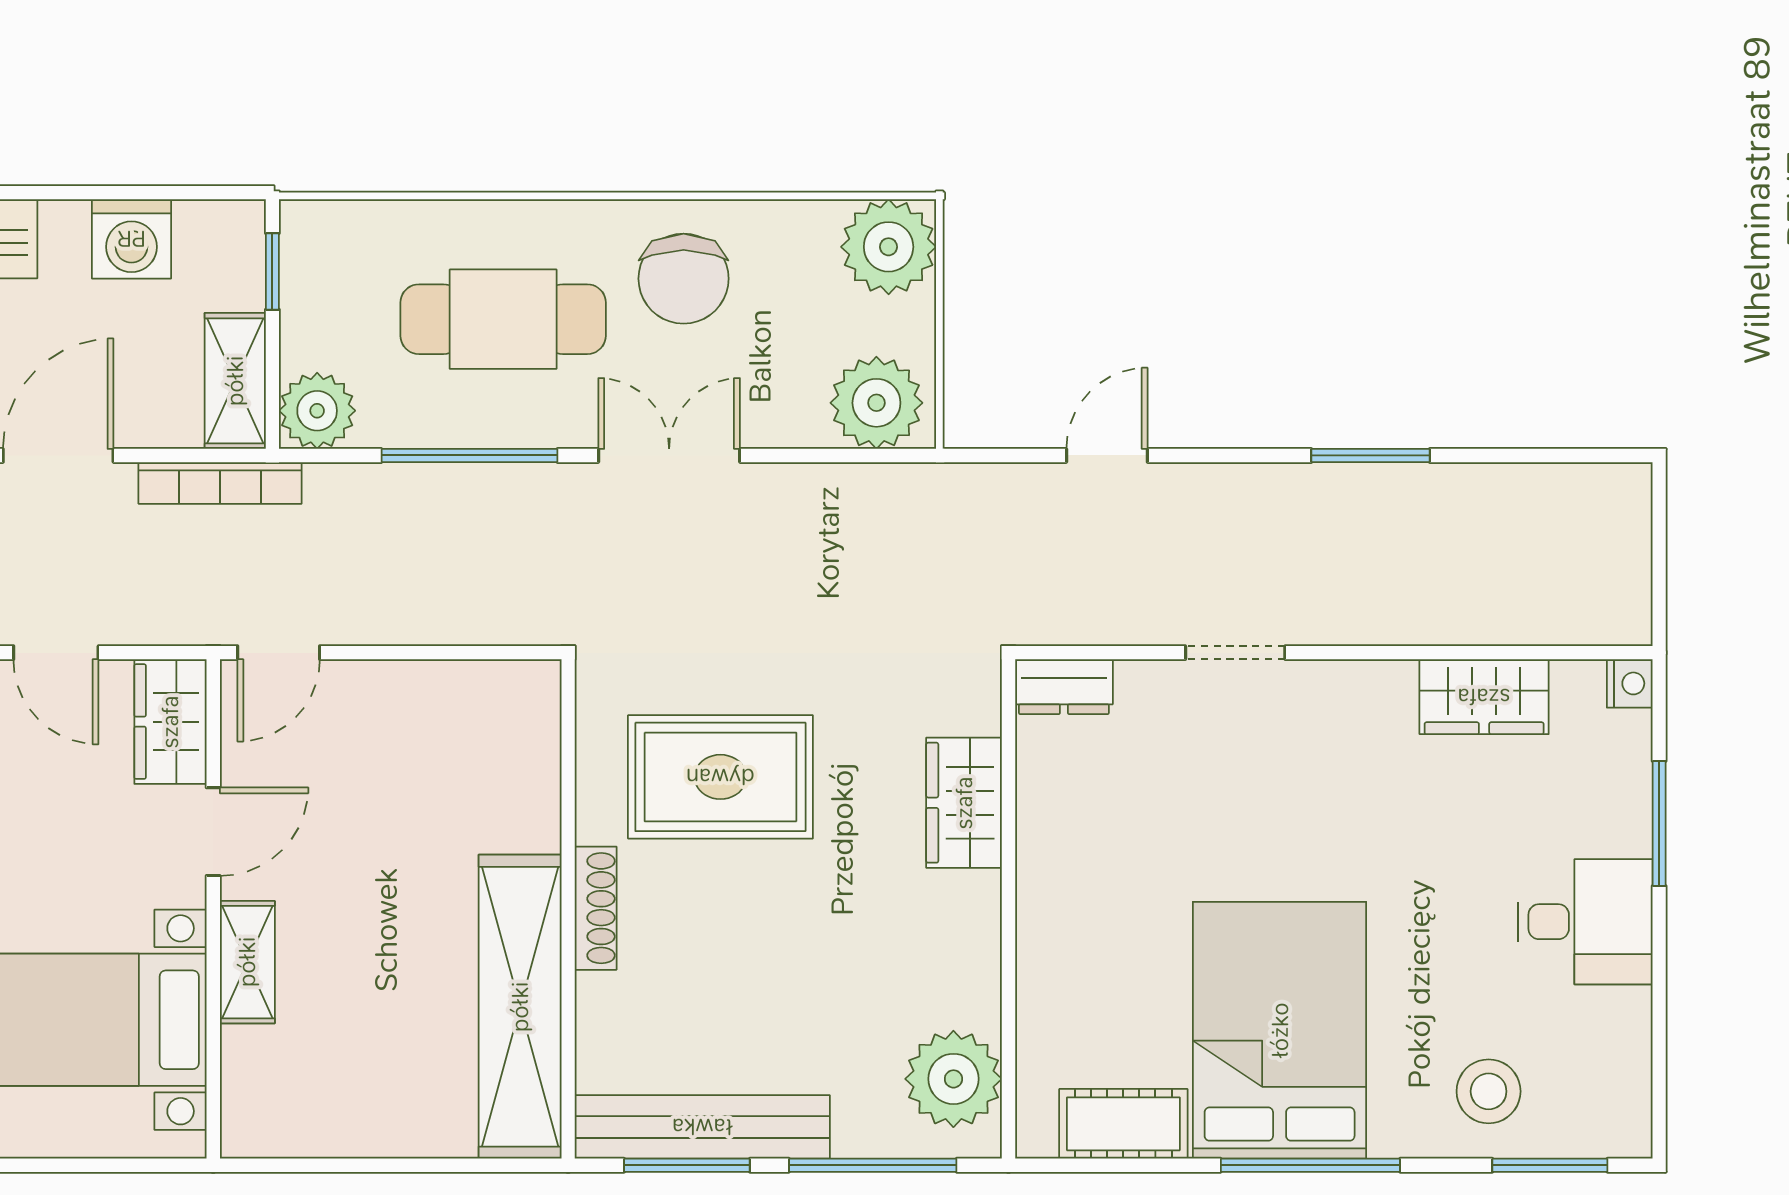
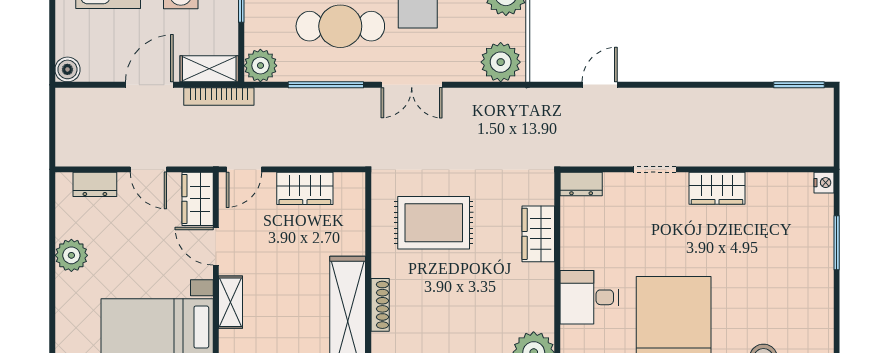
shelving: (235, 381) -> (209, 69), moved, turned 90
double door: (669, 455) -> (412, 85), swing flipped
window: (1371, 455) -> (799, 85), moved
wardrobe: (421, 697) -> (305, 188), added
wardrobe: (1484, 697) -> (717, 188), moved
door: (213, 832) -> (216, 246), swing flipped
shoe rack: (596, 908) -> (380, 305), moved
desk: (1585, 922) -> (589, 297), moved, turned 180

